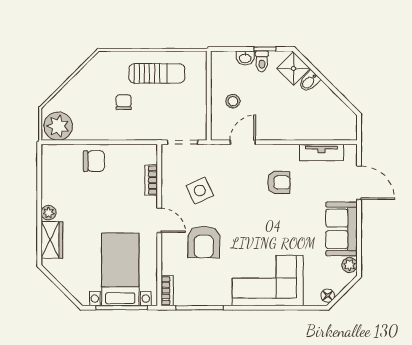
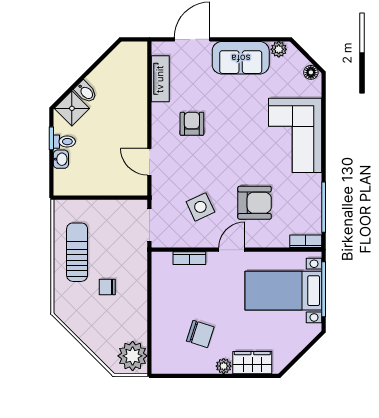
stool: (233, 101) -> (106, 172), removed
chair: (94, 161) -> (200, 334), moved, turned 108

